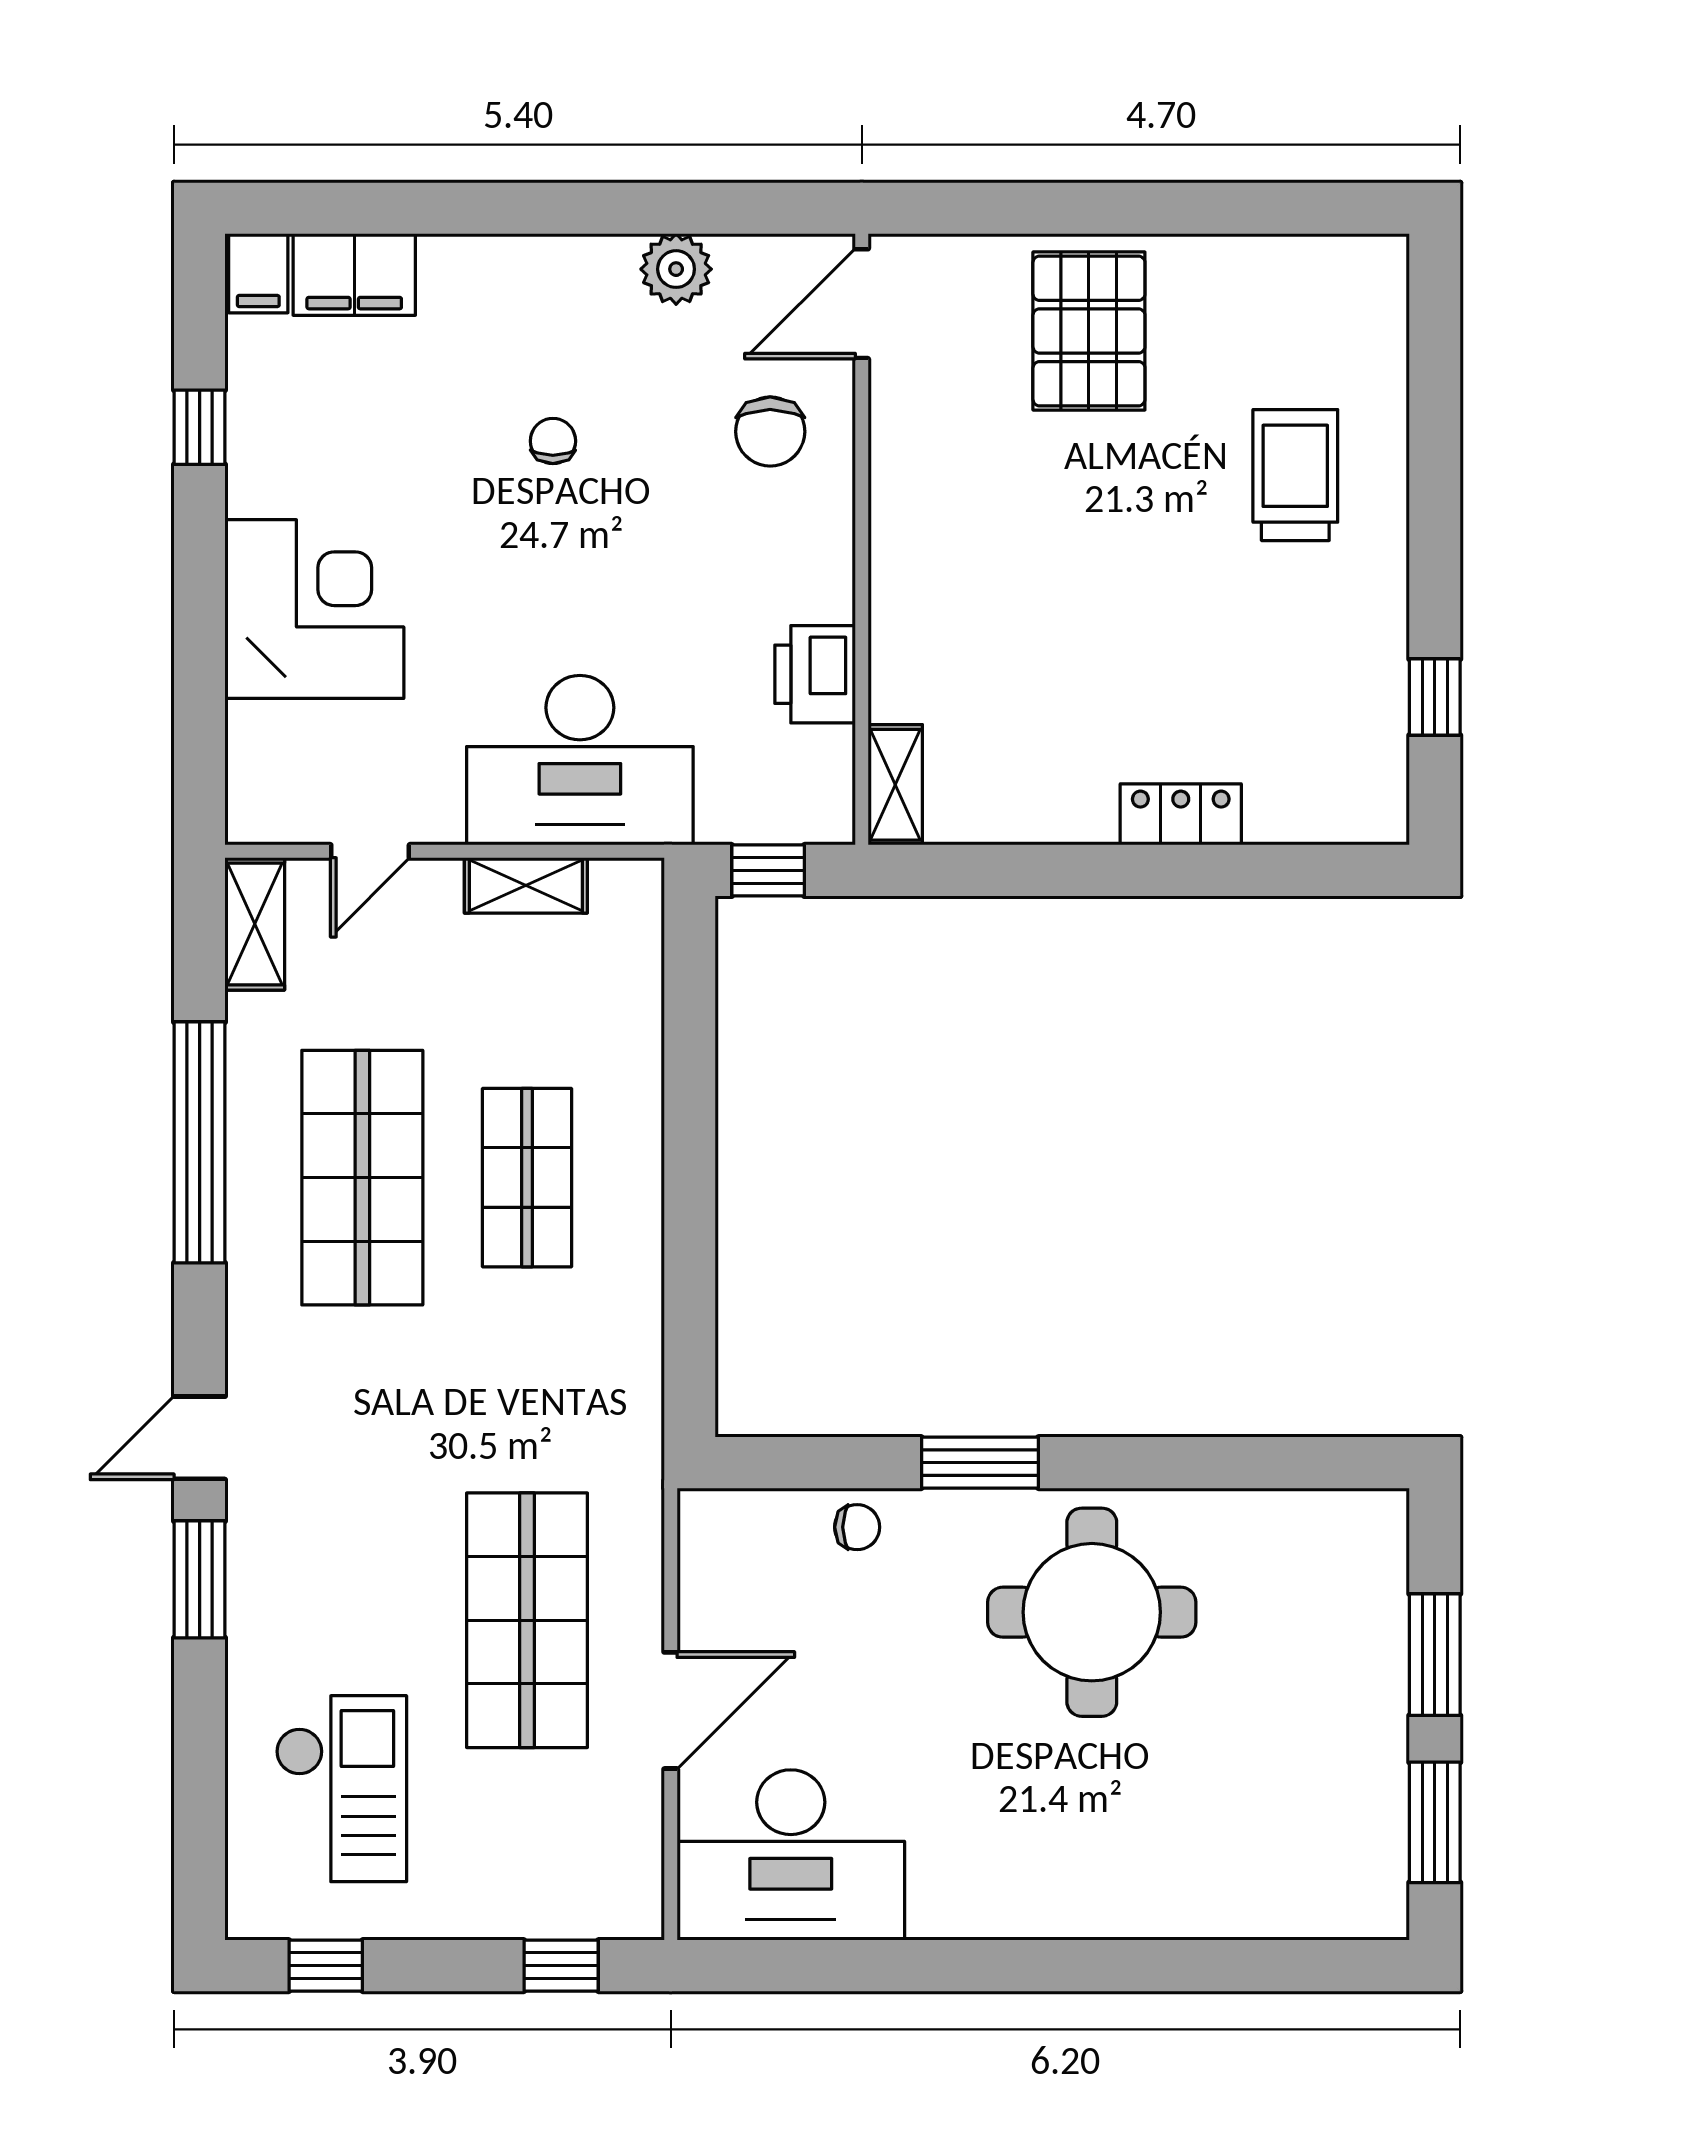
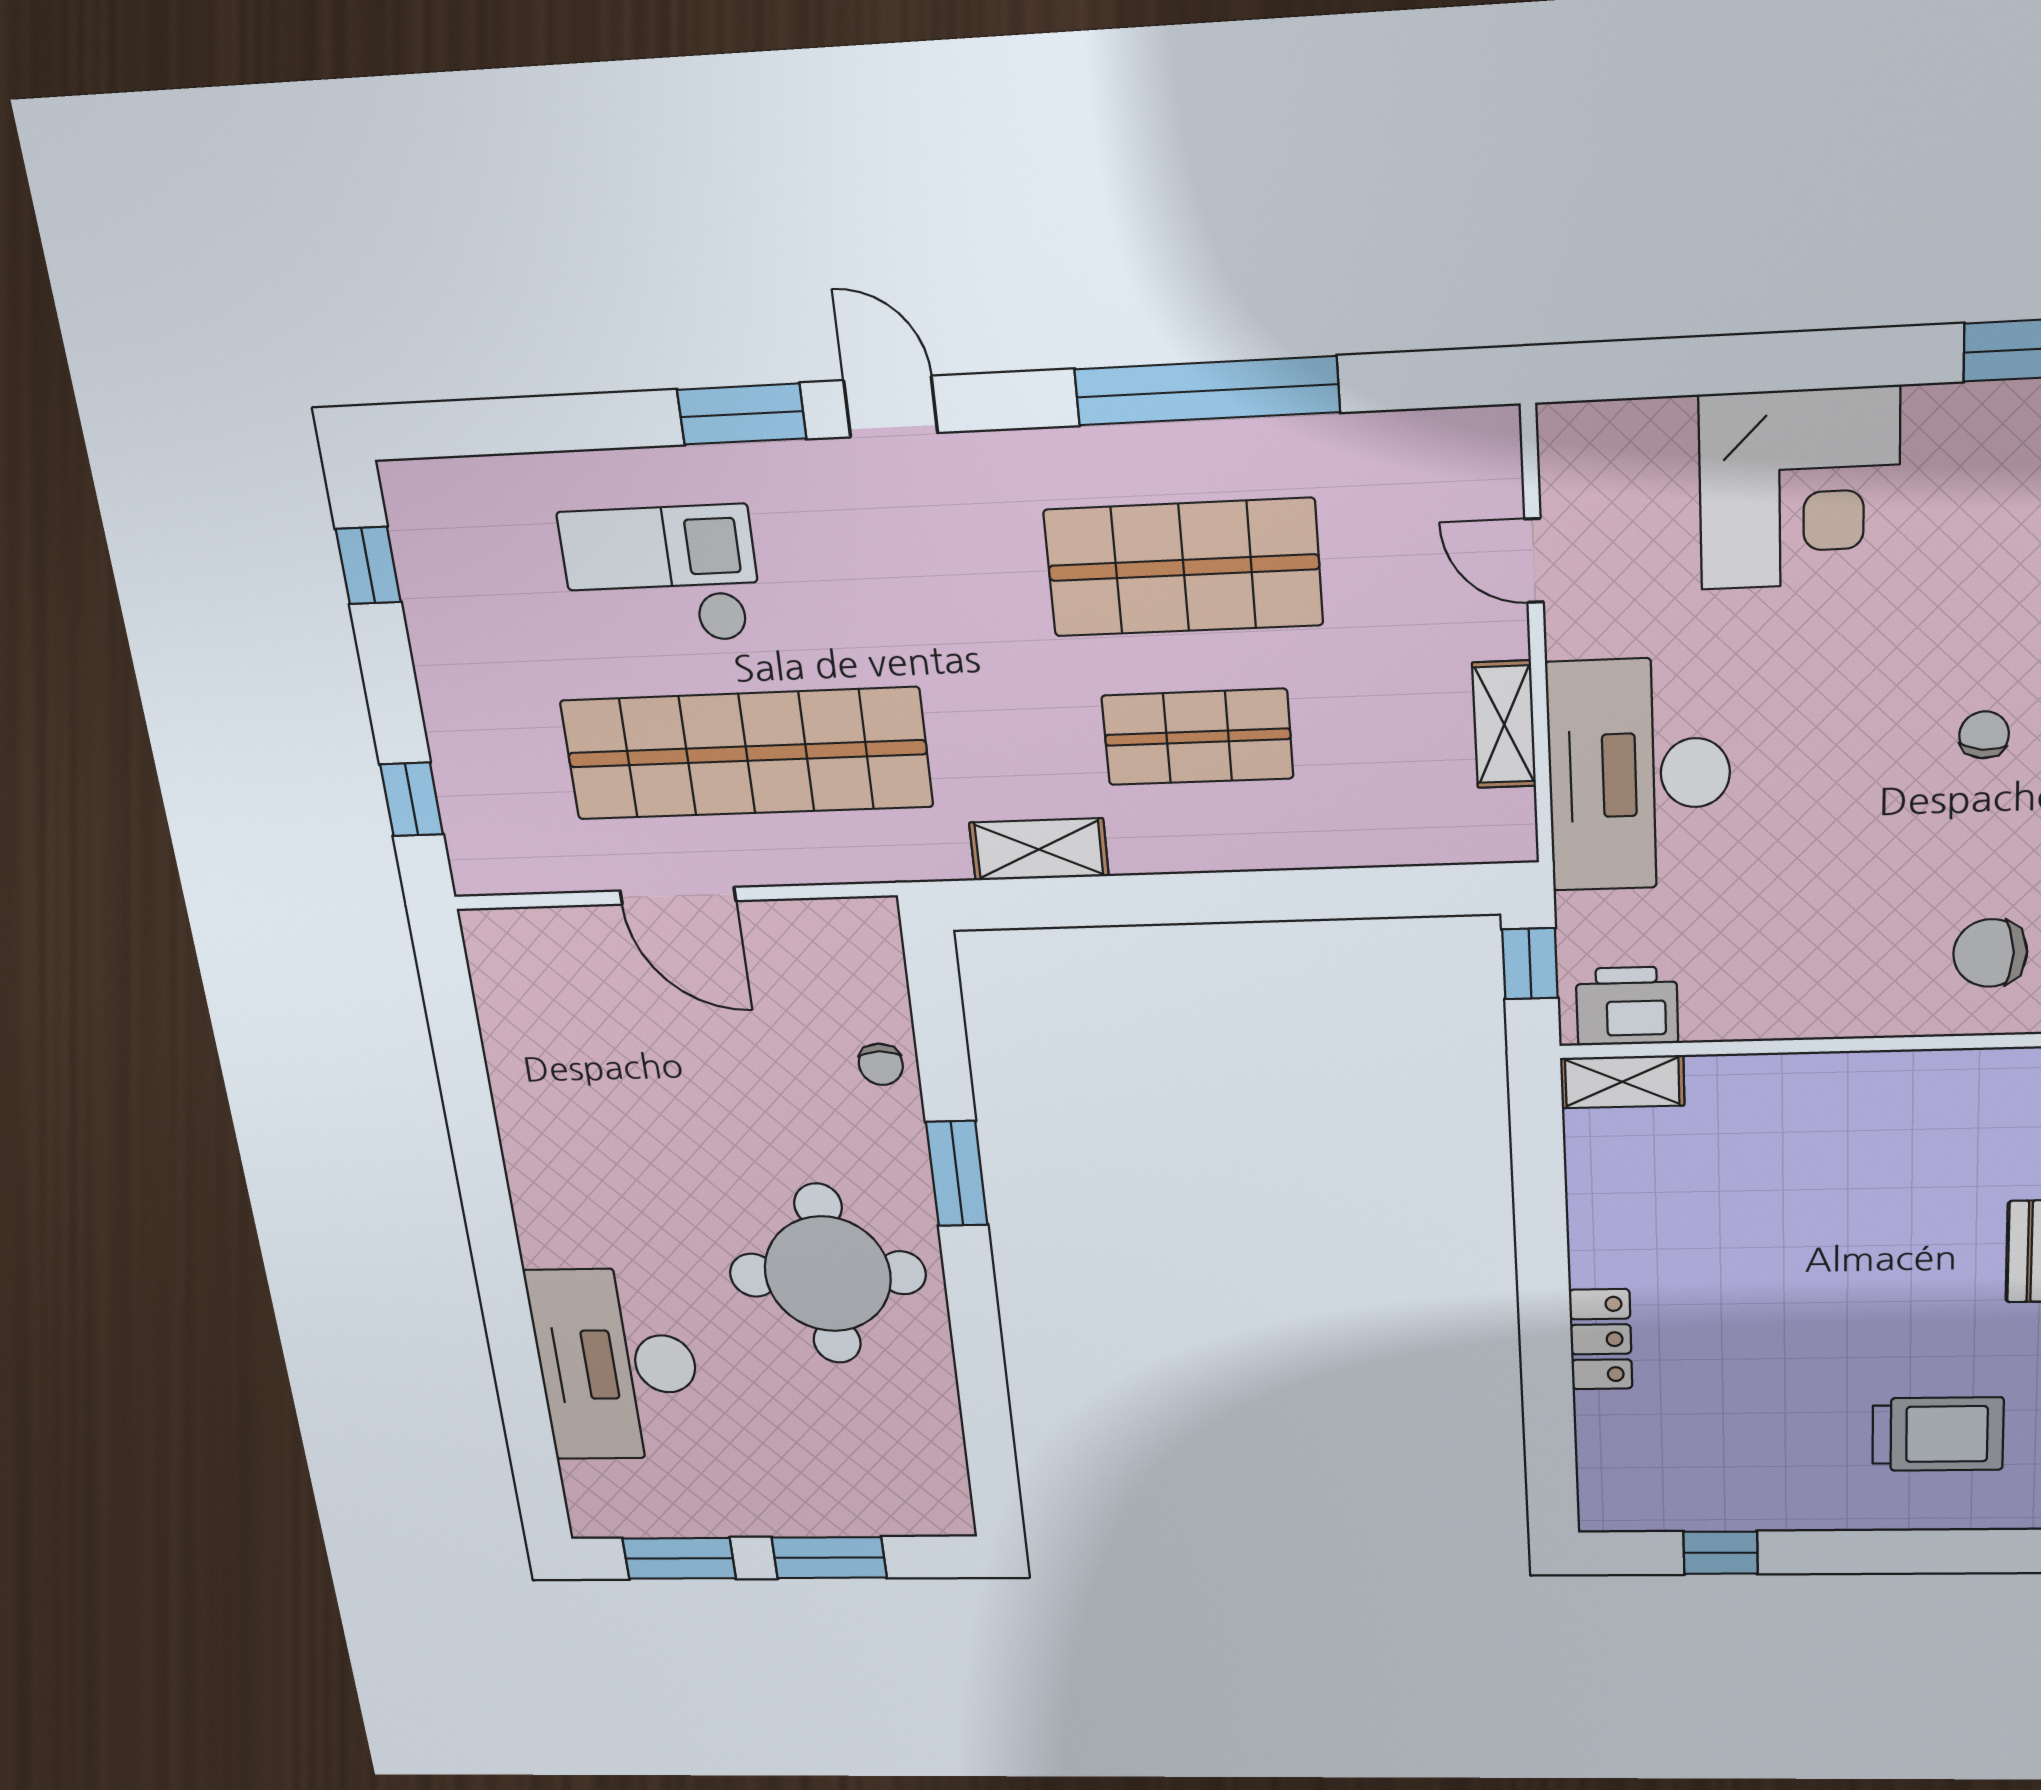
chair: (553, 441) -> (1984, 735), turned -84
printer: (815, 674) -> (1627, 1006), moved
shelving: (255, 924) -> (1039, 849), moved
shop shelf: (527, 1620) -> (747, 754), width x1.40
checkout: (341, 1789) -> (661, 576), moved, turned 180
desk: (791, 1855) -> (617, 1365), moved

